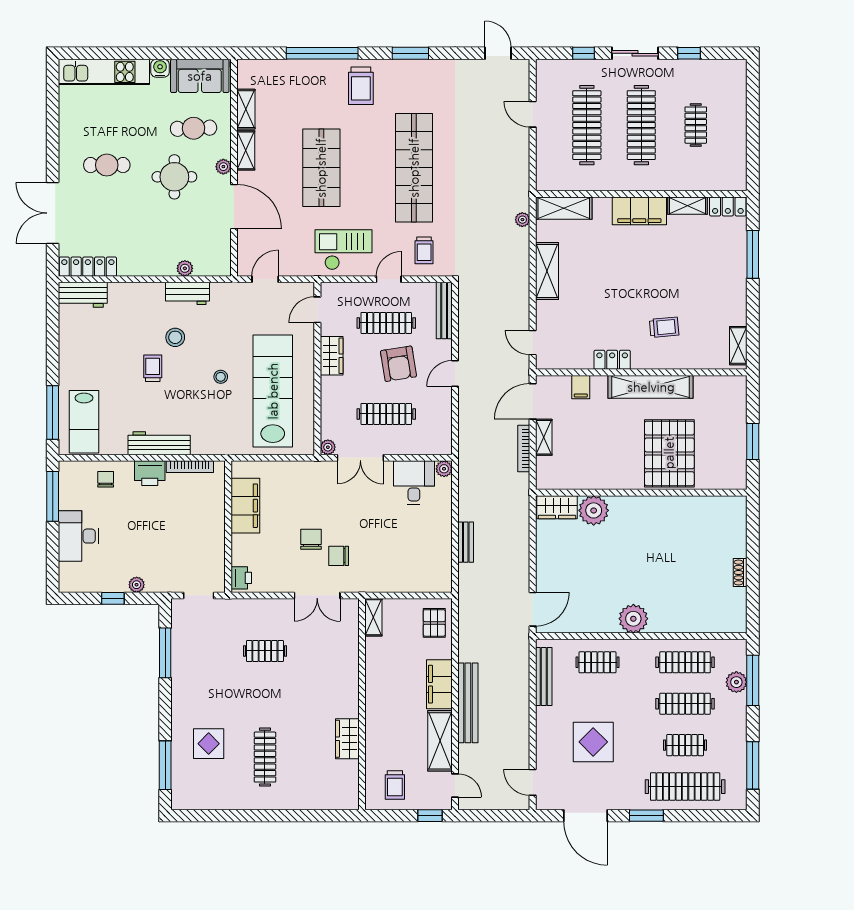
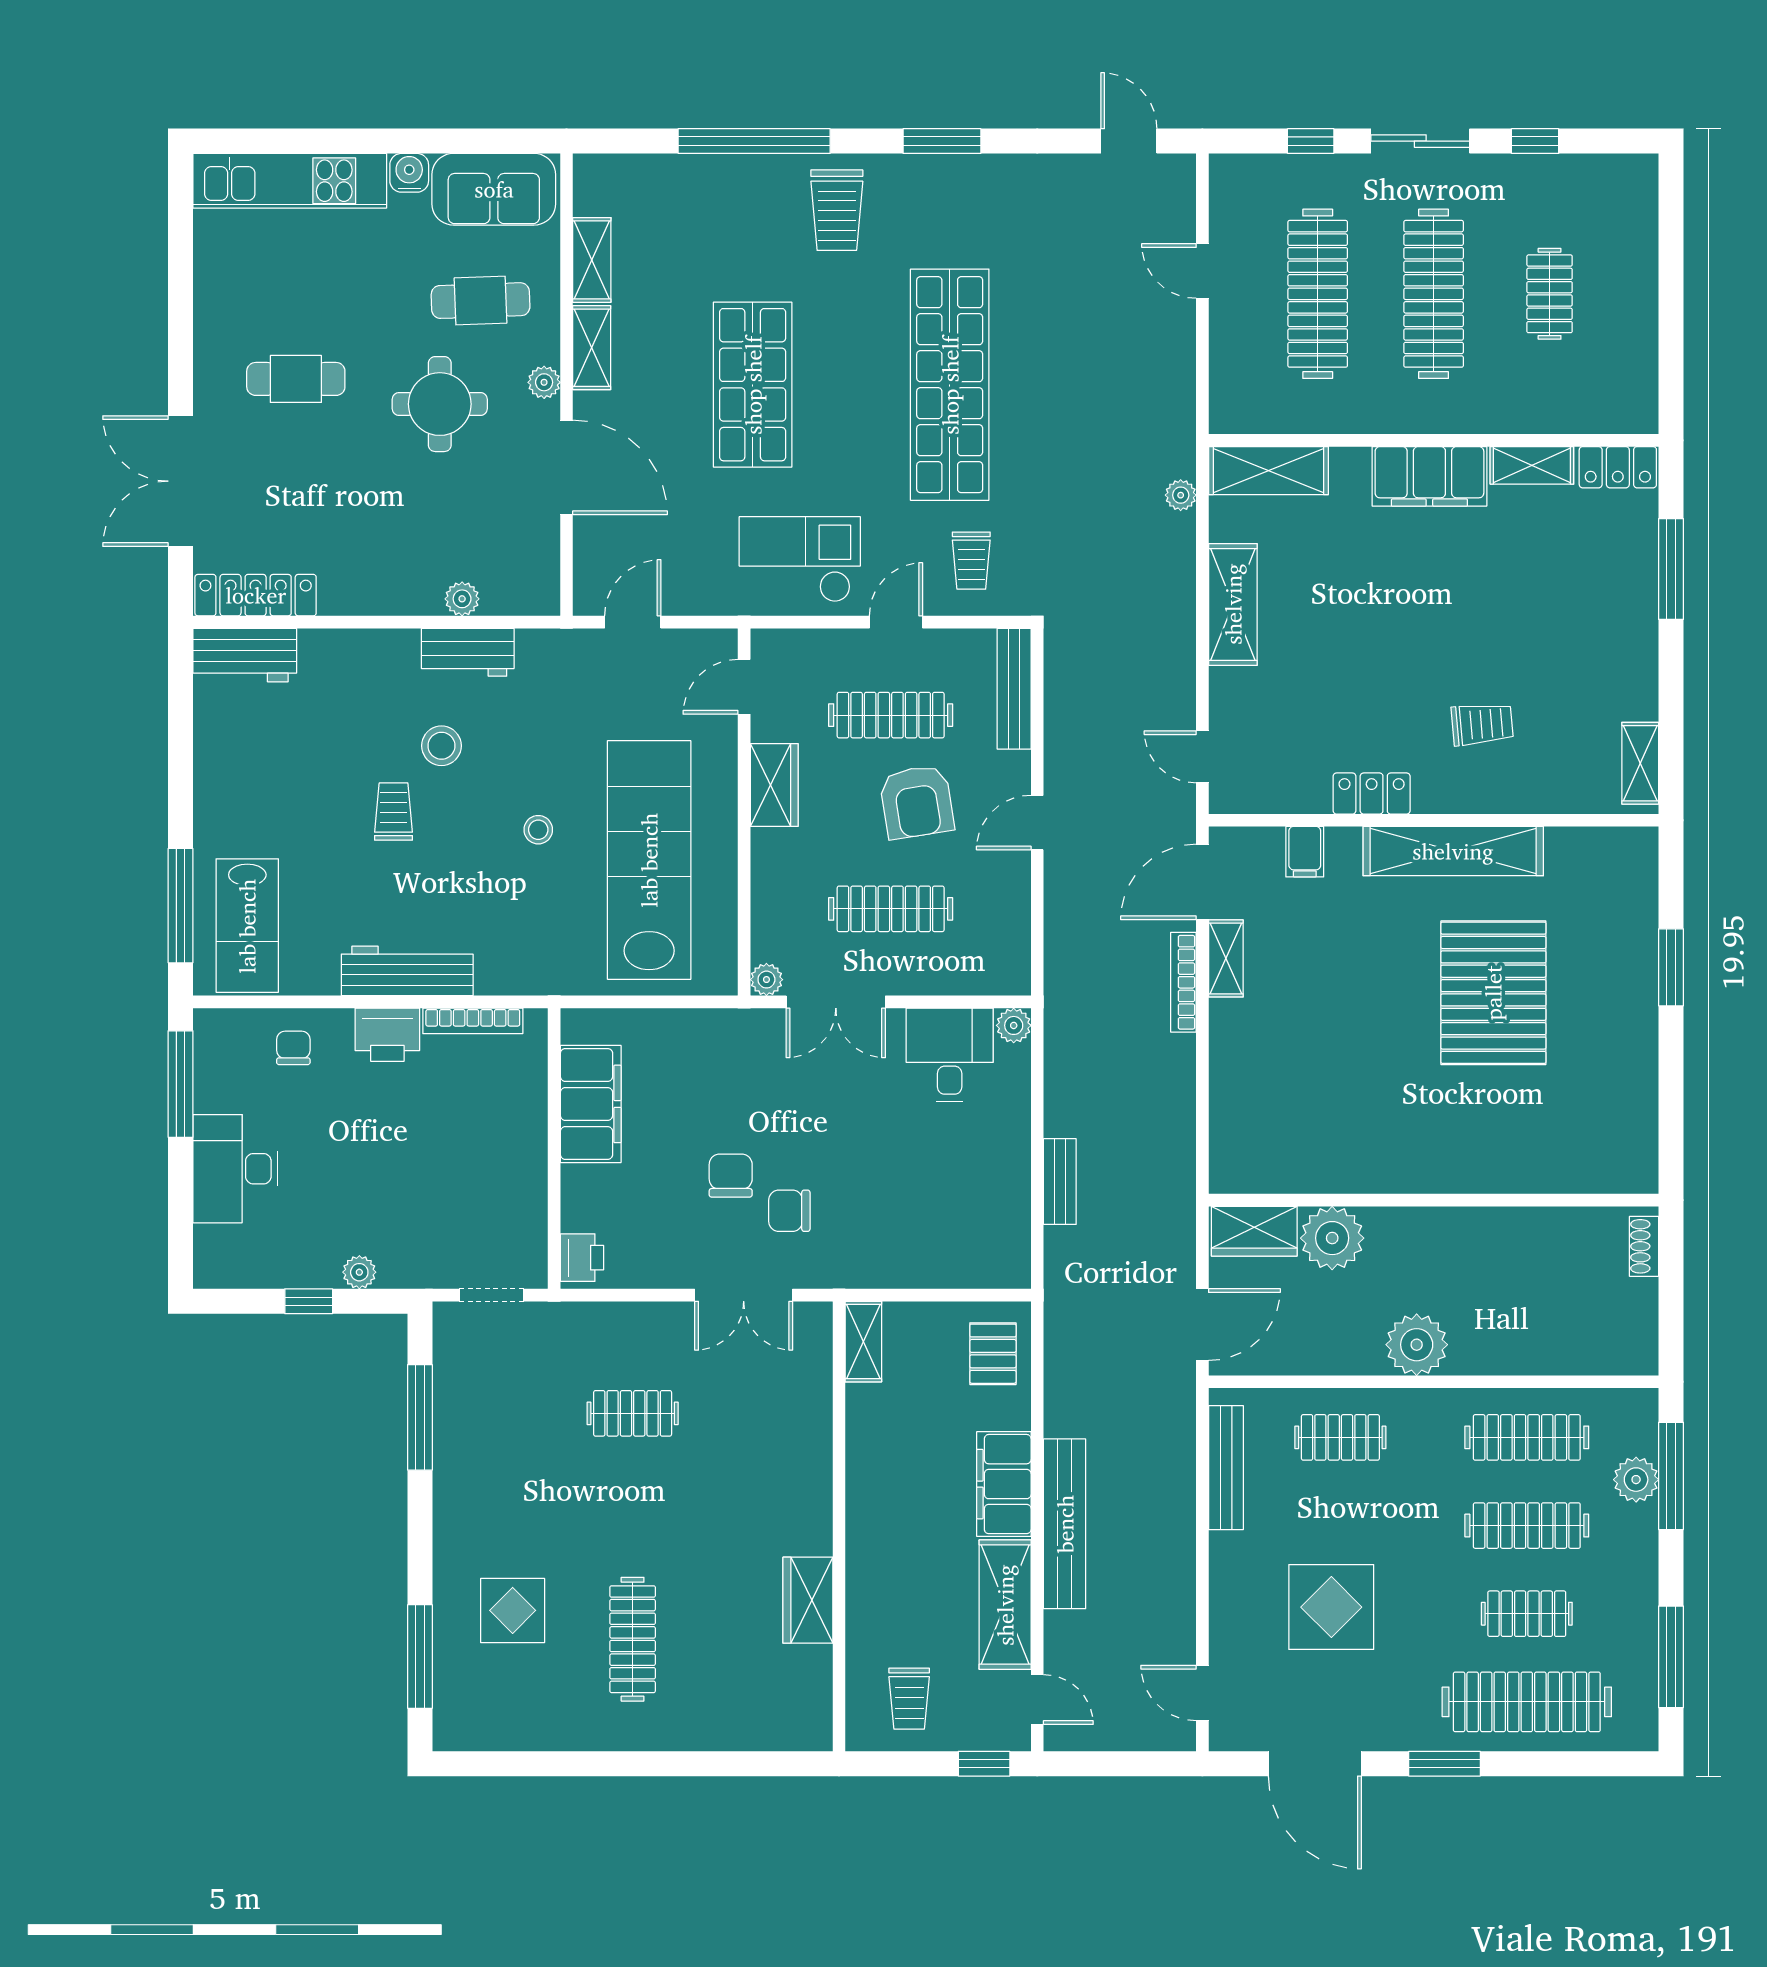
wall: (641, 493) -> (1434, 1200), moved
wardrobe: (557, 507) -> (1254, 1231), moved
plant: (594, 510) -> (1332, 1238), moved

